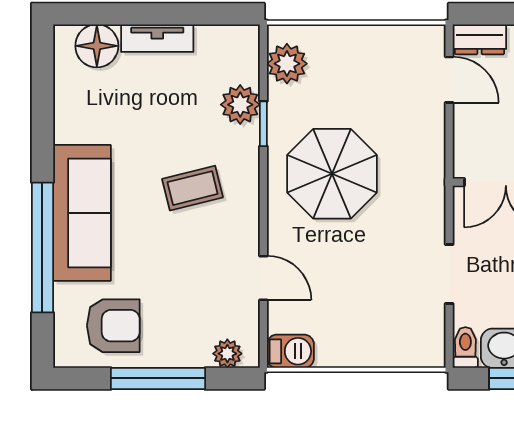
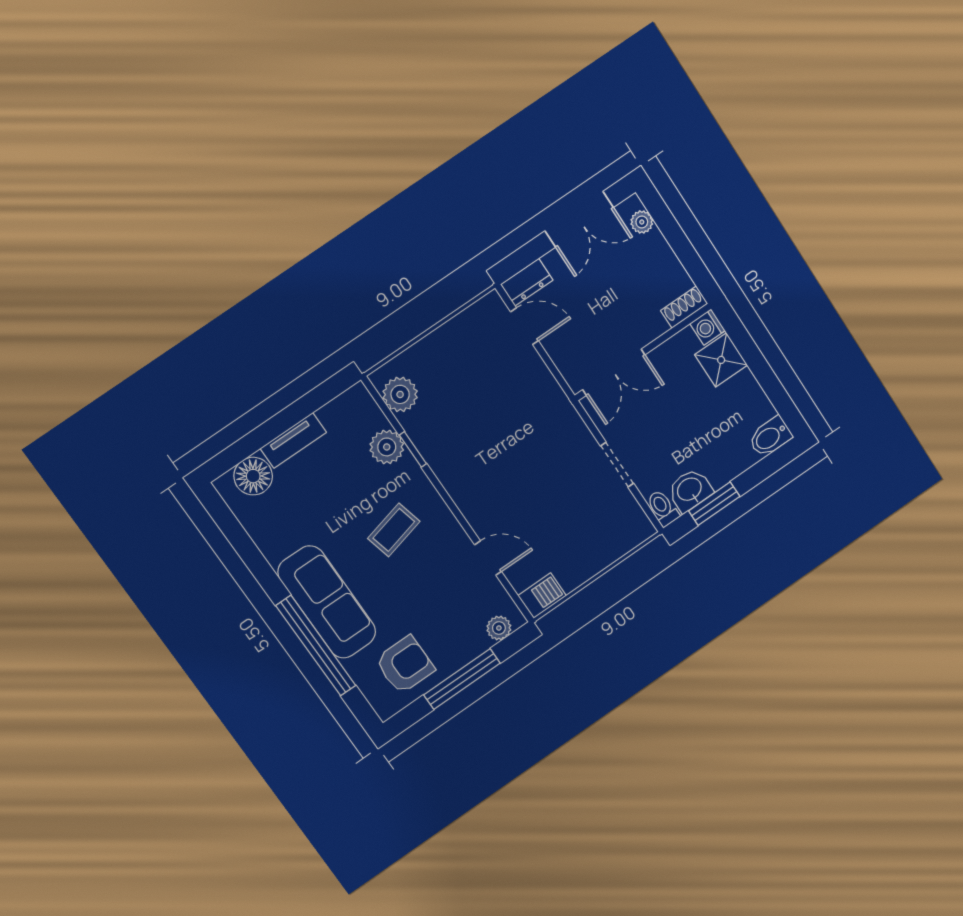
parasol: (332, 174) -> (486, 451), removed

